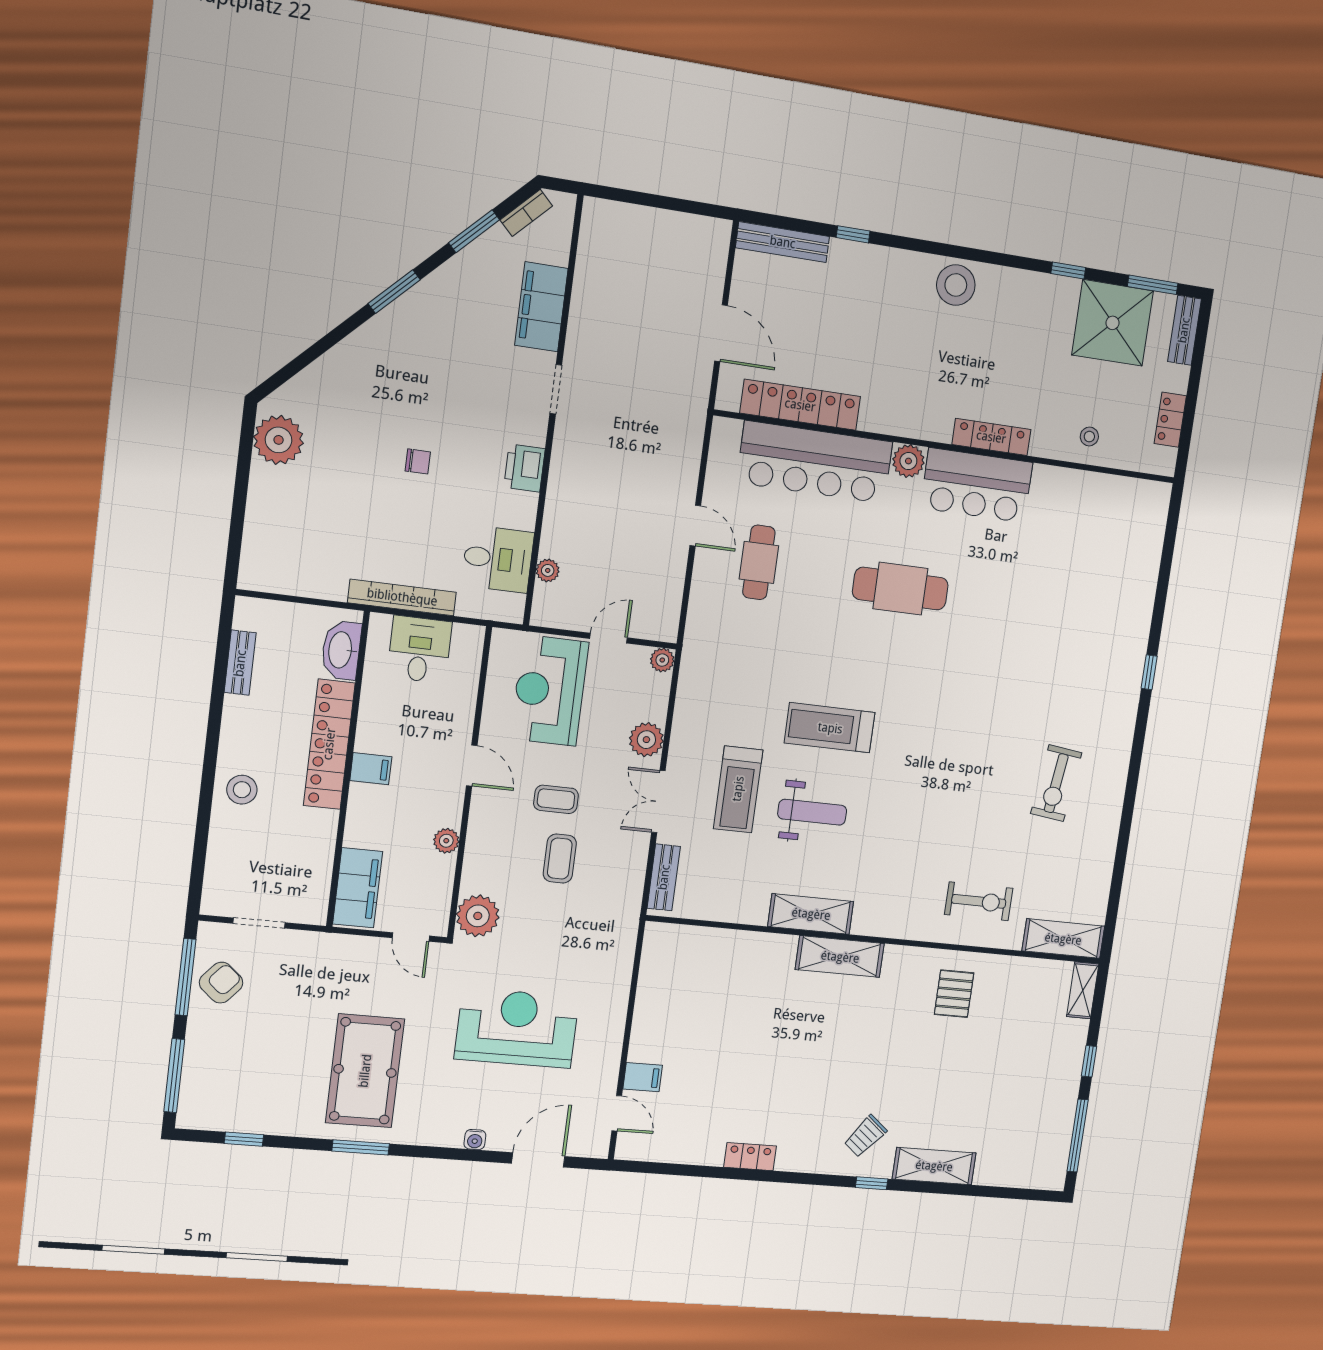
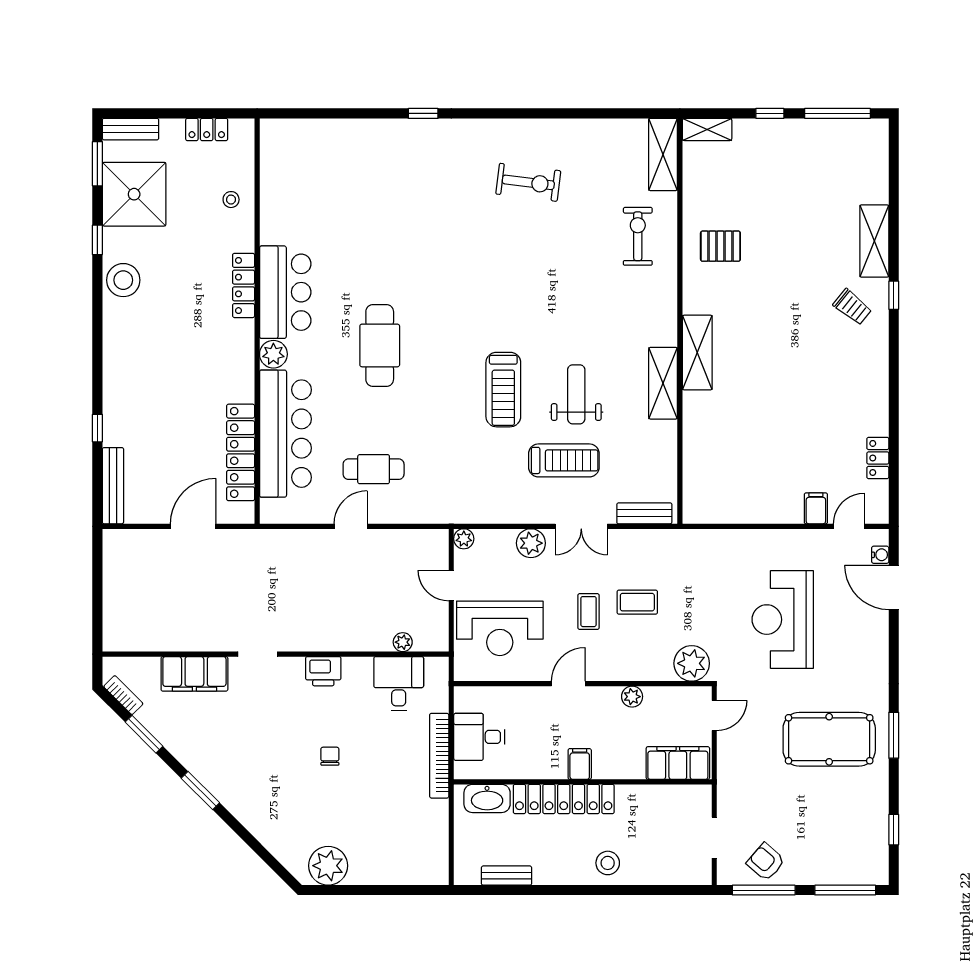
stool: (956, 285) -> (123, 280), moved
water cooler: (475, 1140) -> (880, 555), moved
locker: (750, 1157) -> (878, 458), moved

